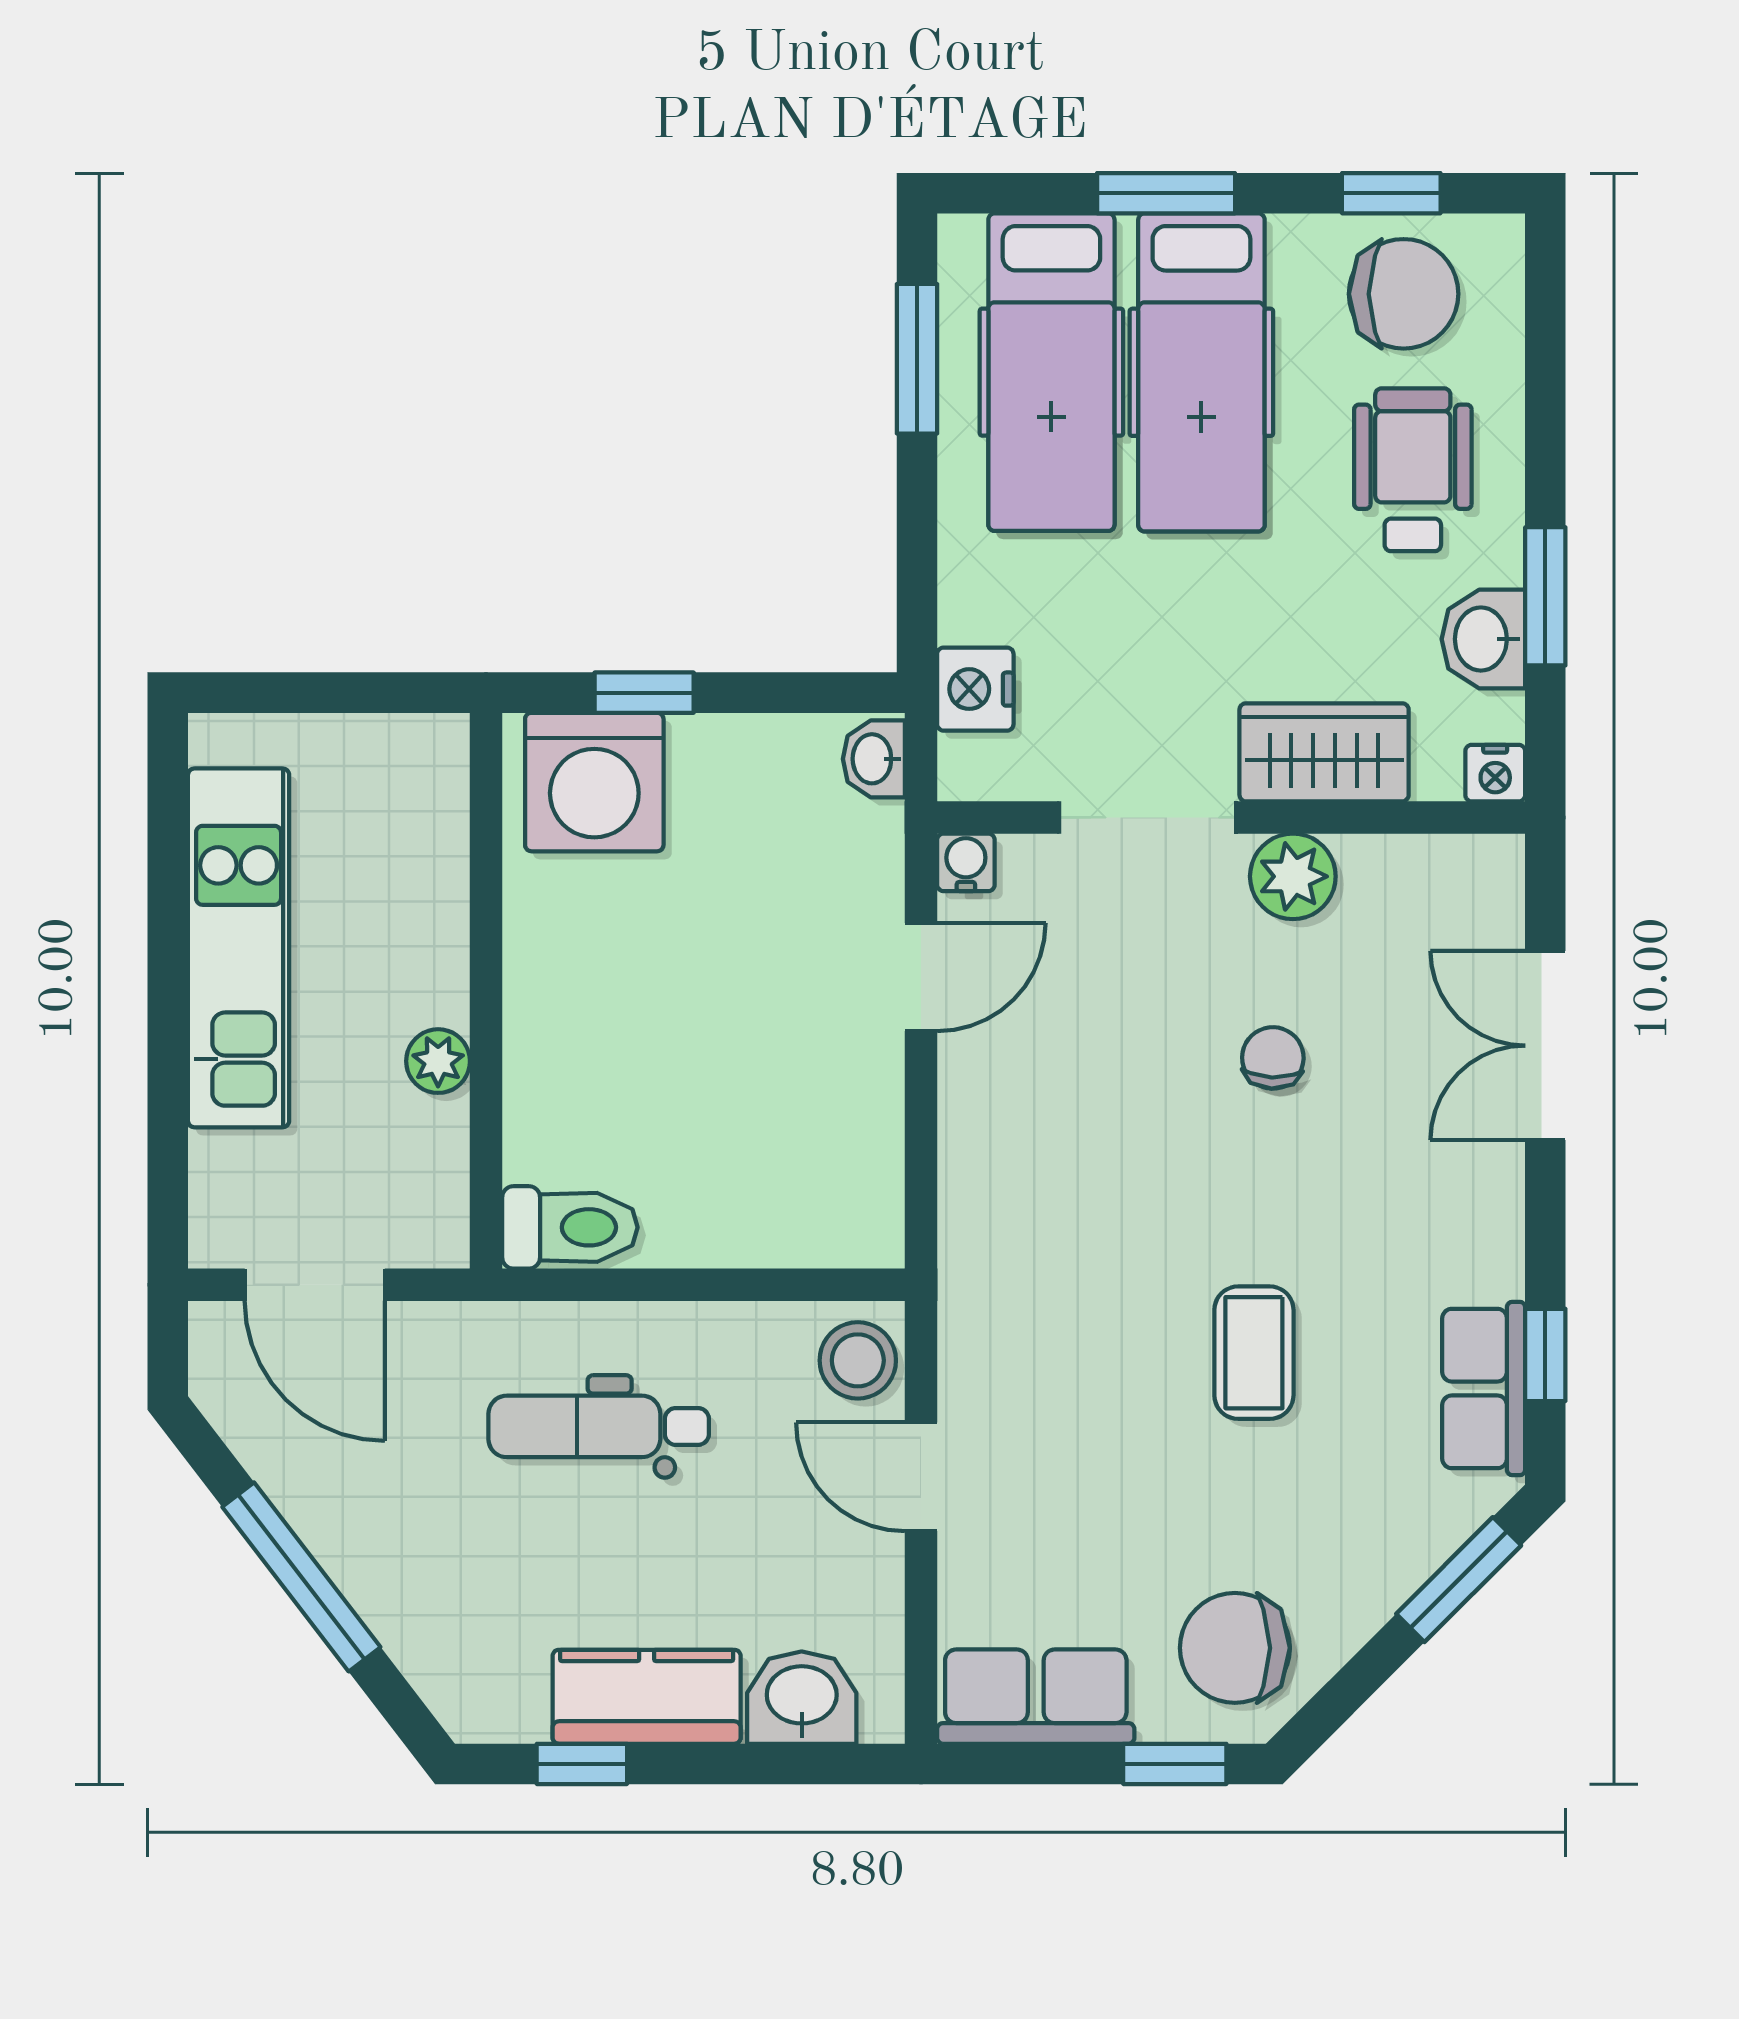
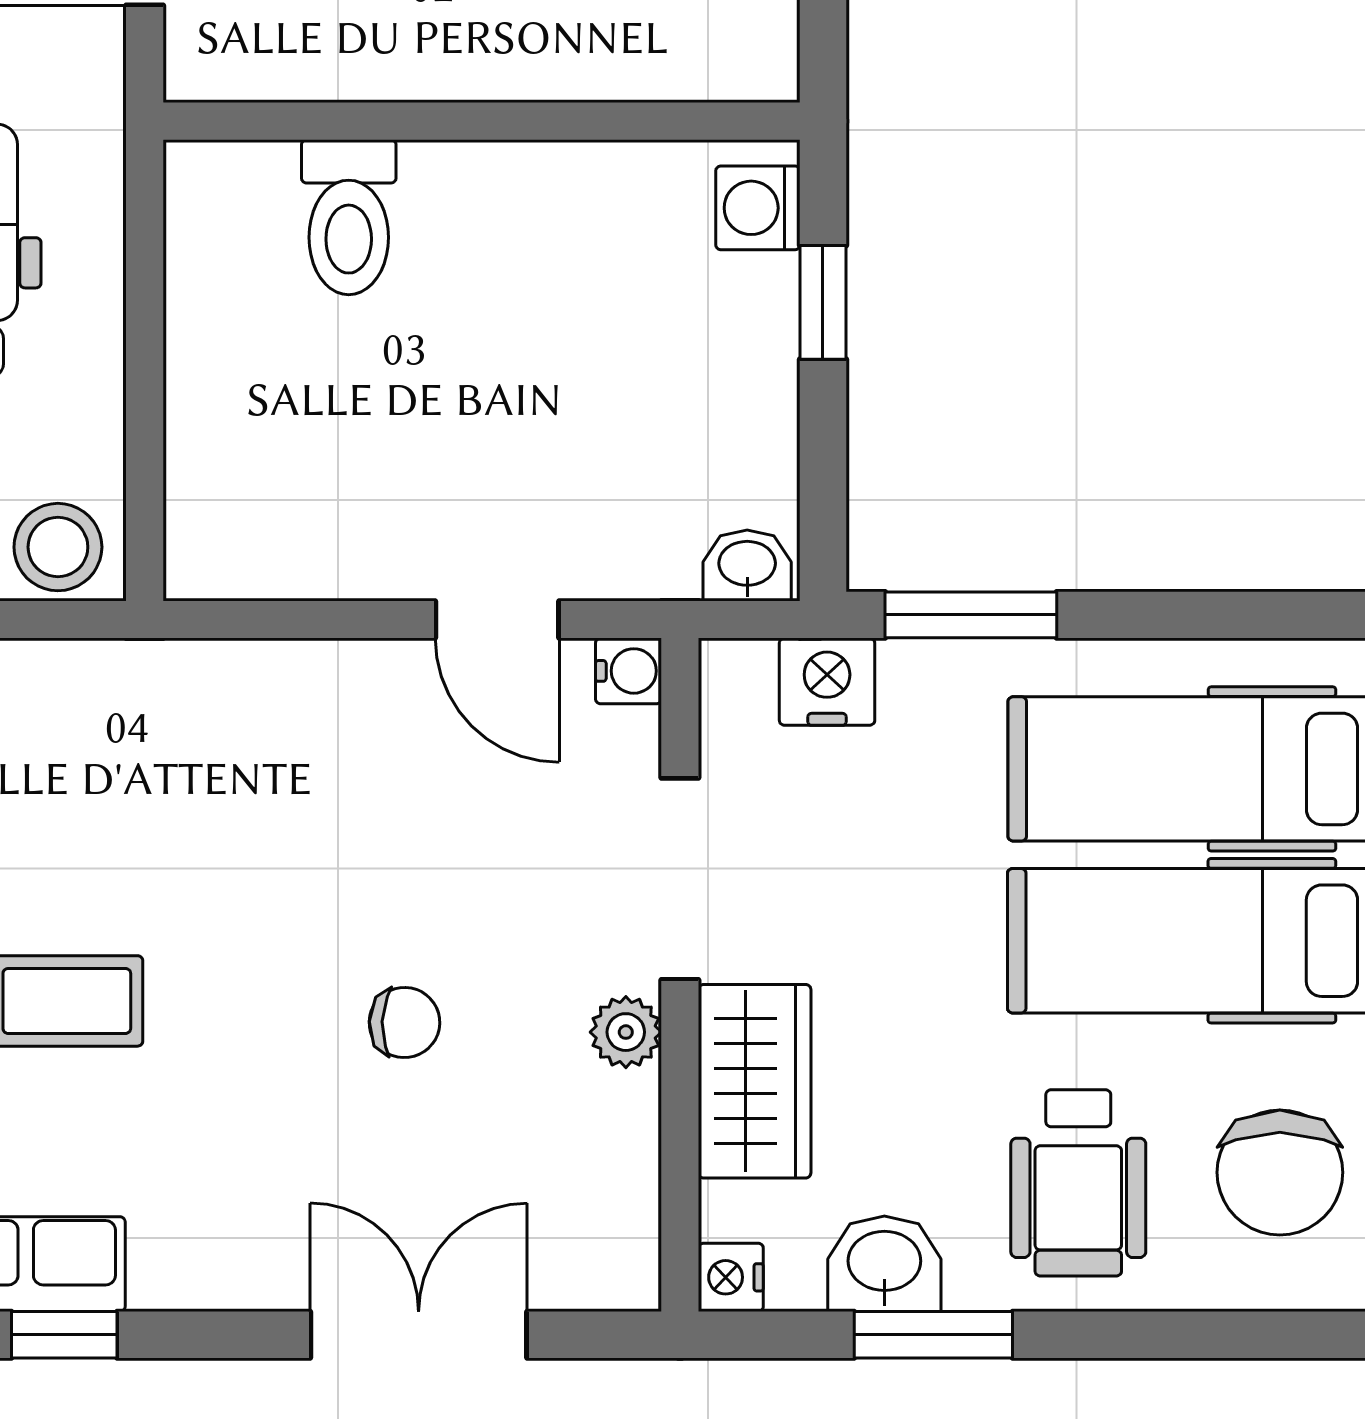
window: (917, 359) -> (971, 615), moved
wheelchair: (1413, 470) -> (1078, 1183), turned 90
washing machine: (594, 782) -> (758, 208), width x0.53, depth x0.53
plant: (1293, 876) -> (626, 1032), width x0.73, depth x0.73
plant: (438, 1061) -> (401, 66), removed
toilet: (570, 1227) -> (349, 217), moved

